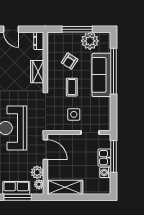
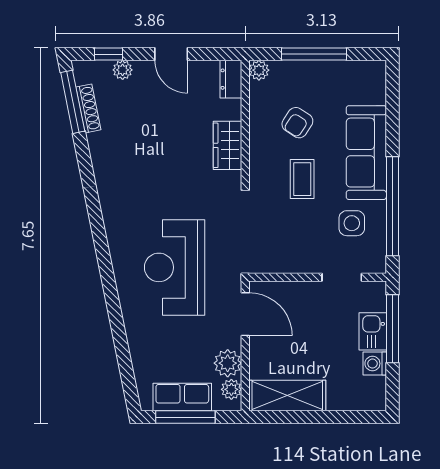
plant: (90, 41) -> (259, 70), moved, width x0.53, depth x0.53
window: (113, 71) -> (392, 206), moved
side table: (74, 114) -> (352, 223), moved

